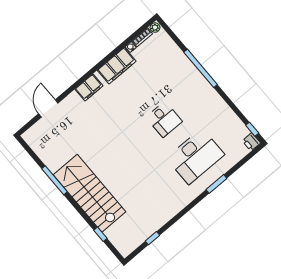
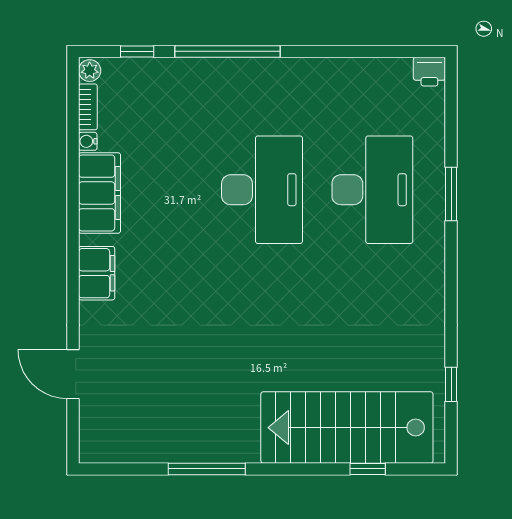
desk: (164, 119) -> (262, 190), width x1.87, depth x1.30
window: (252, 129) -> (137, 51), moved
stairs: (89, 193) -> (347, 428), moved

